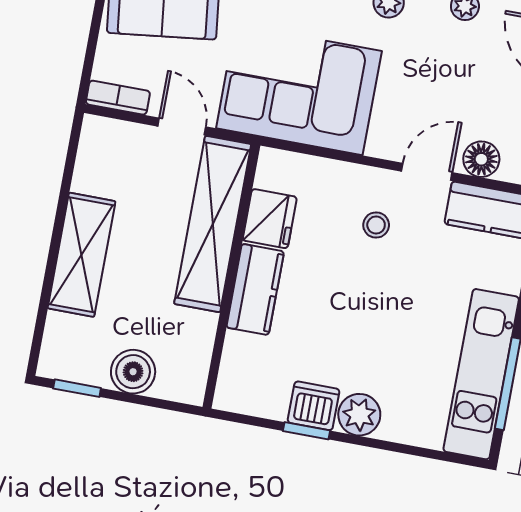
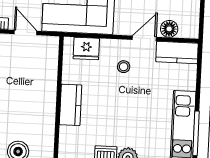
fridge: (270, 219) -> (86, 49), moved, turned 90
shelving: (213, 224) -> (46, 77), removed

